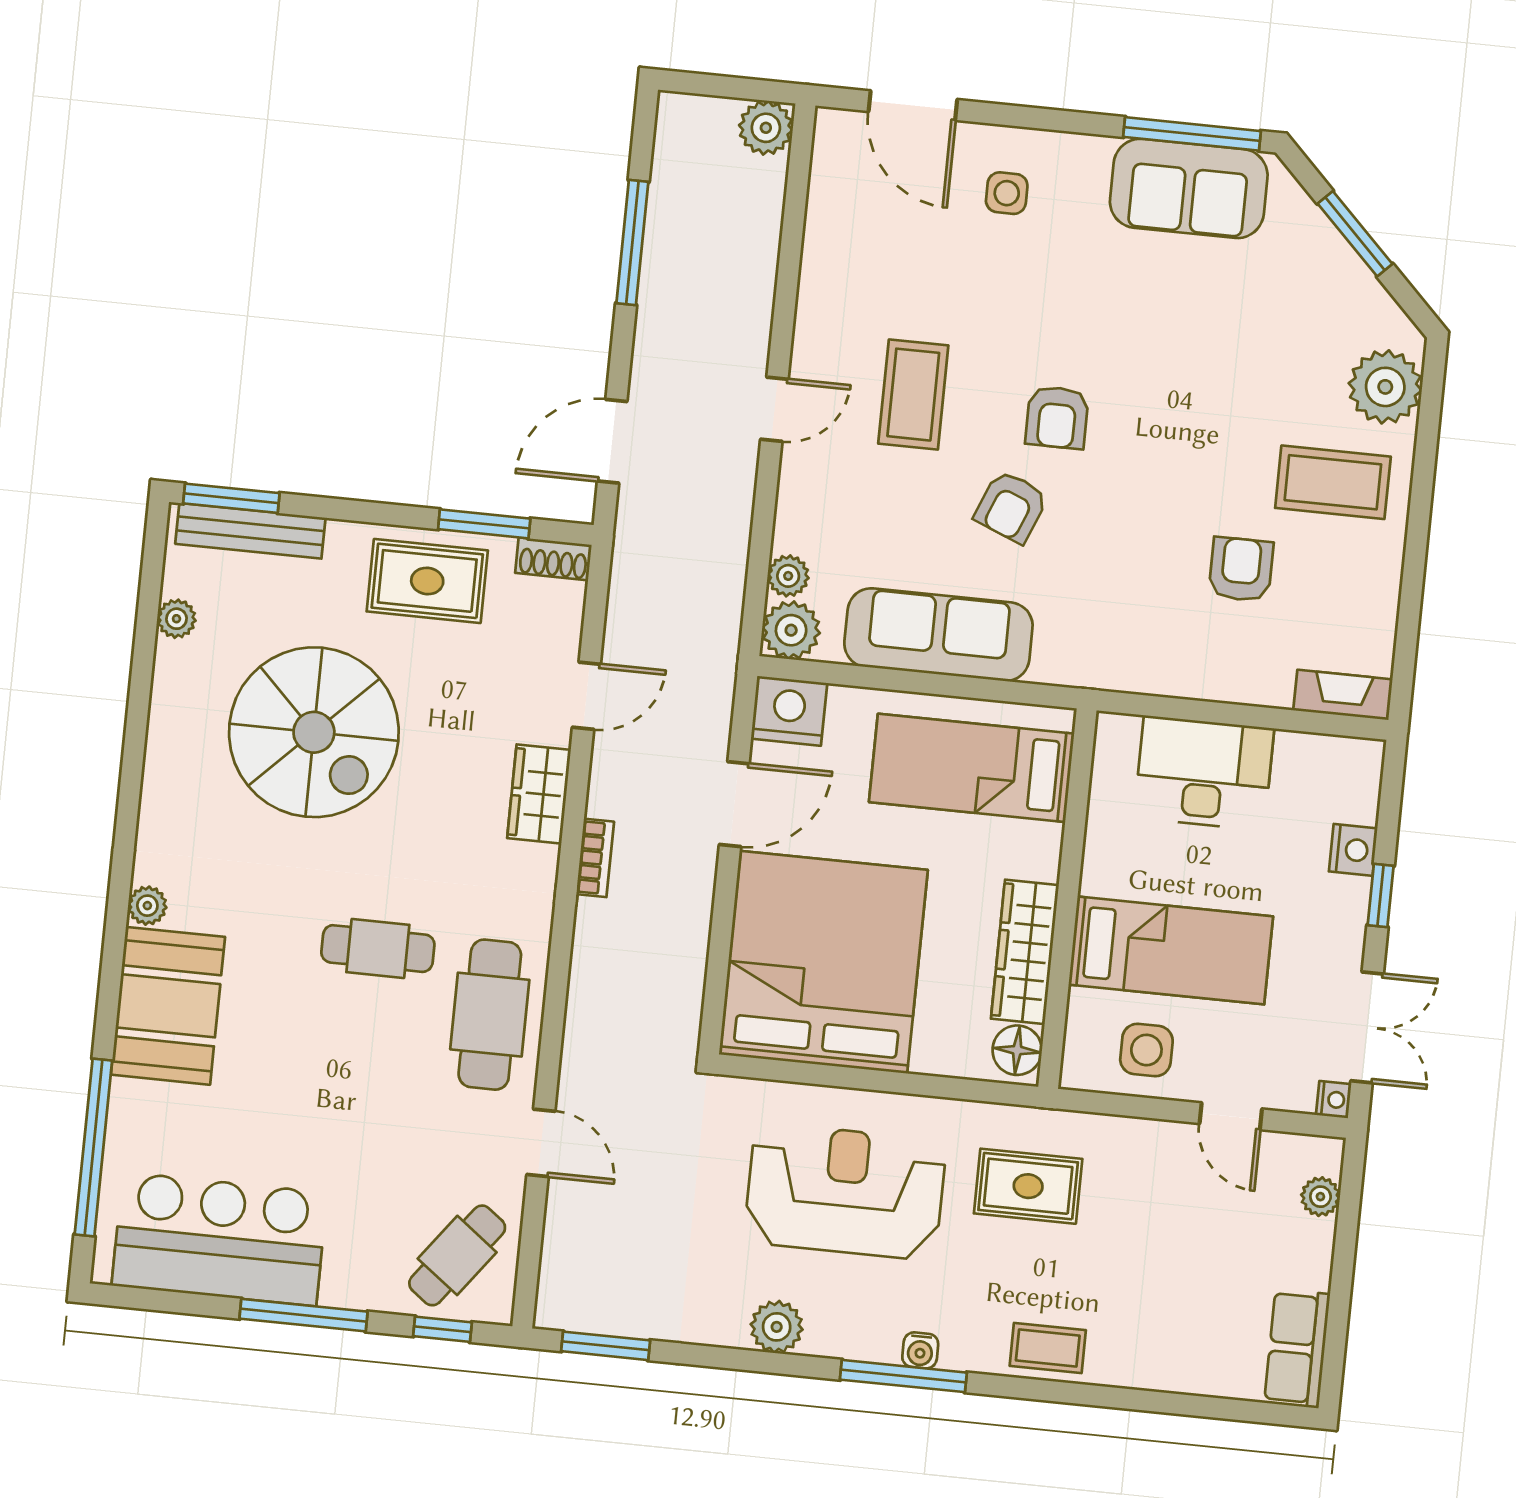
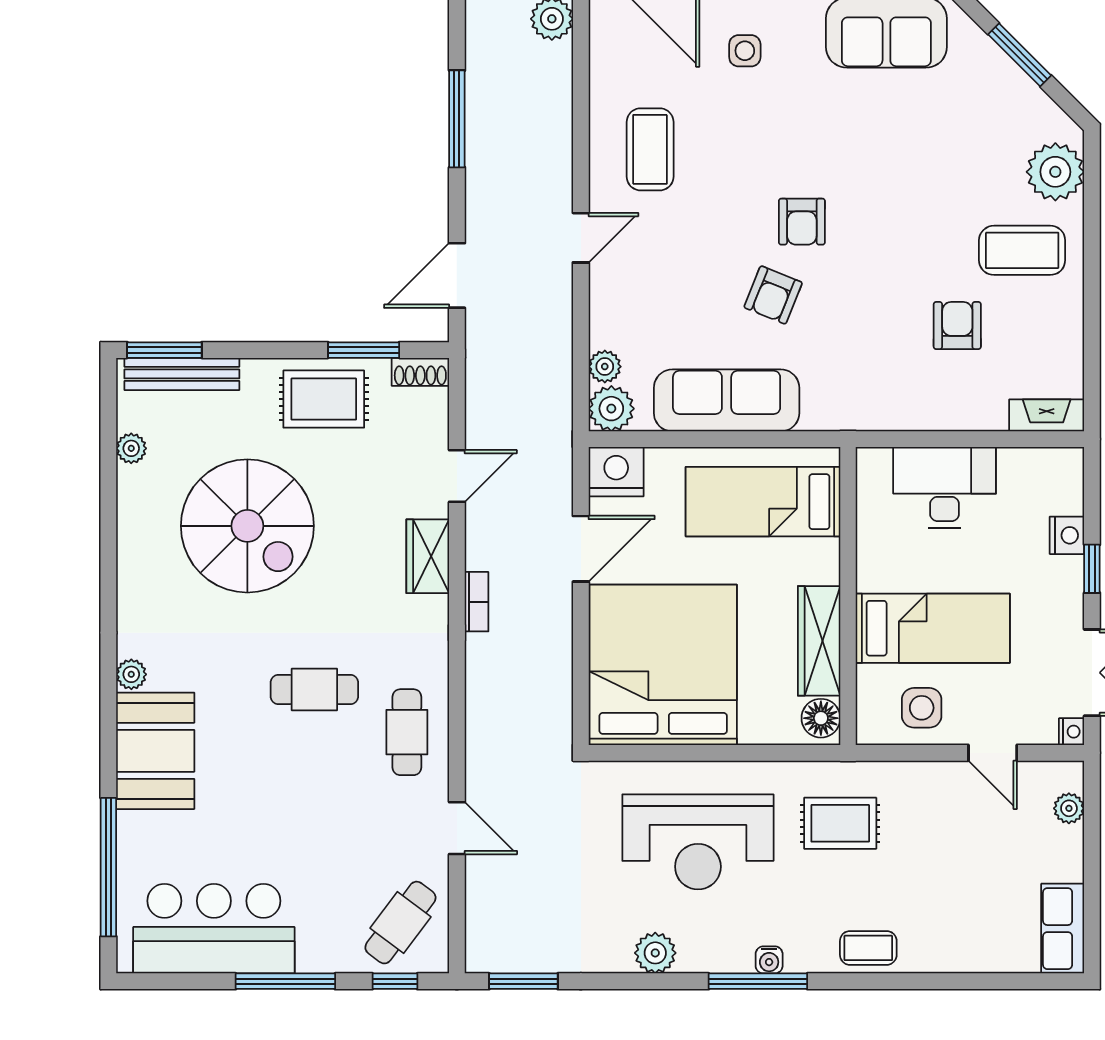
coffee table: (913, 395) -> (650, 149), moved
cafe table: (490, 1015) -> (407, 732), width x0.73, depth x0.74
reception desk: (845, 1191) -> (698, 842), turned 180

